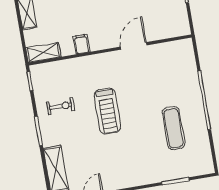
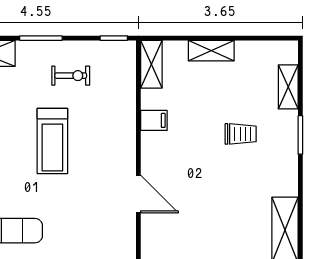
exercise bike: (61, 106) -> (71, 76), turned -90
treadmill: (107, 111) -> (52, 141), turned -90

